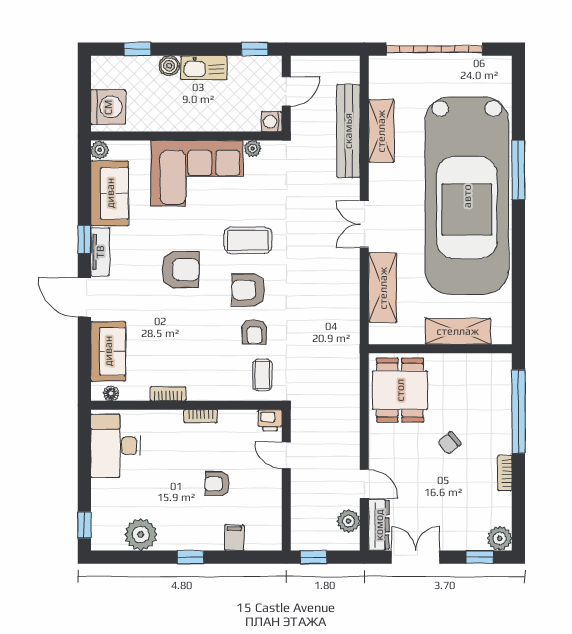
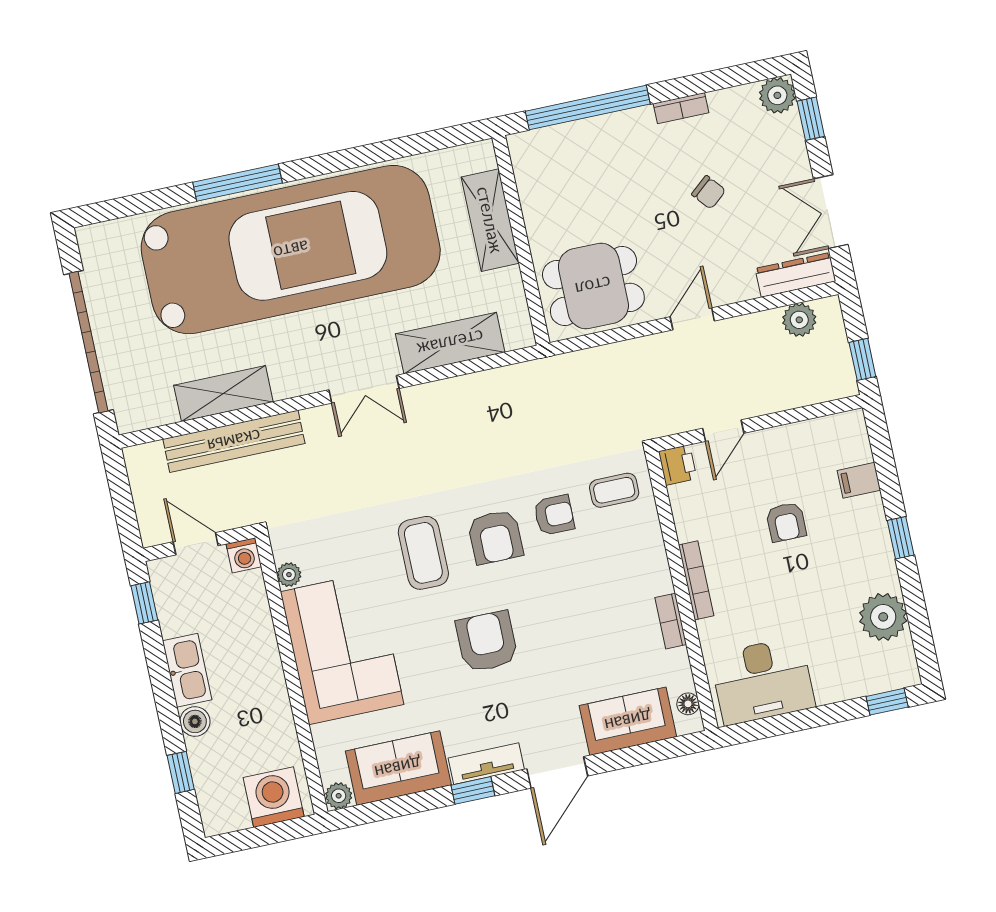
bookcase: (201, 416) -> (696, 580), width x1.56
chair: (449, 443) -> (709, 192), moved
door: (364, 484) -> (692, 319), moved

